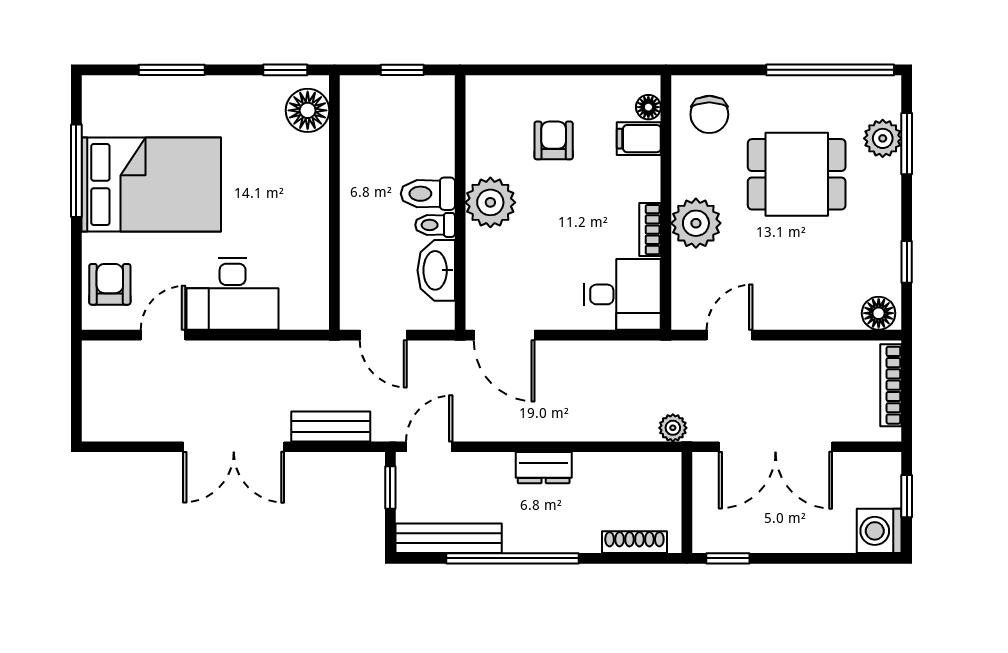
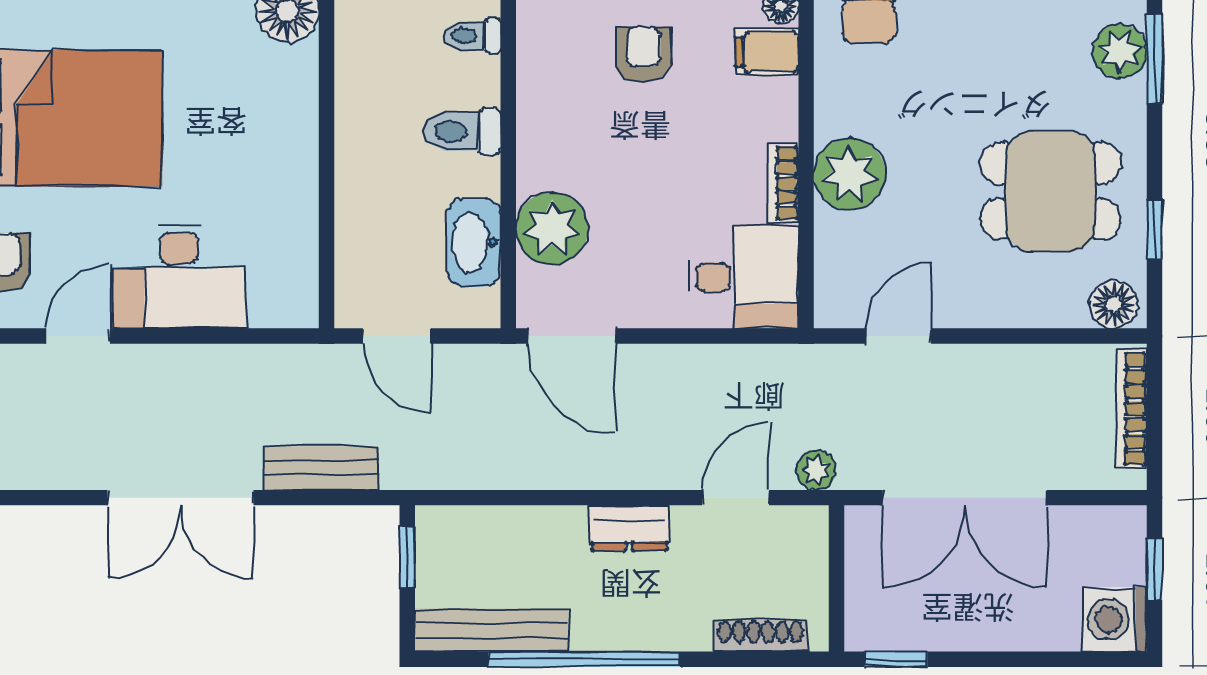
dining table: (797, 174) -> (1051, 191), moved
plant: (490, 202) -> (552, 228), moved
toilet: (435, 225) -> (472, 36), moved
door: (429, 447) -> (736, 498), moved

